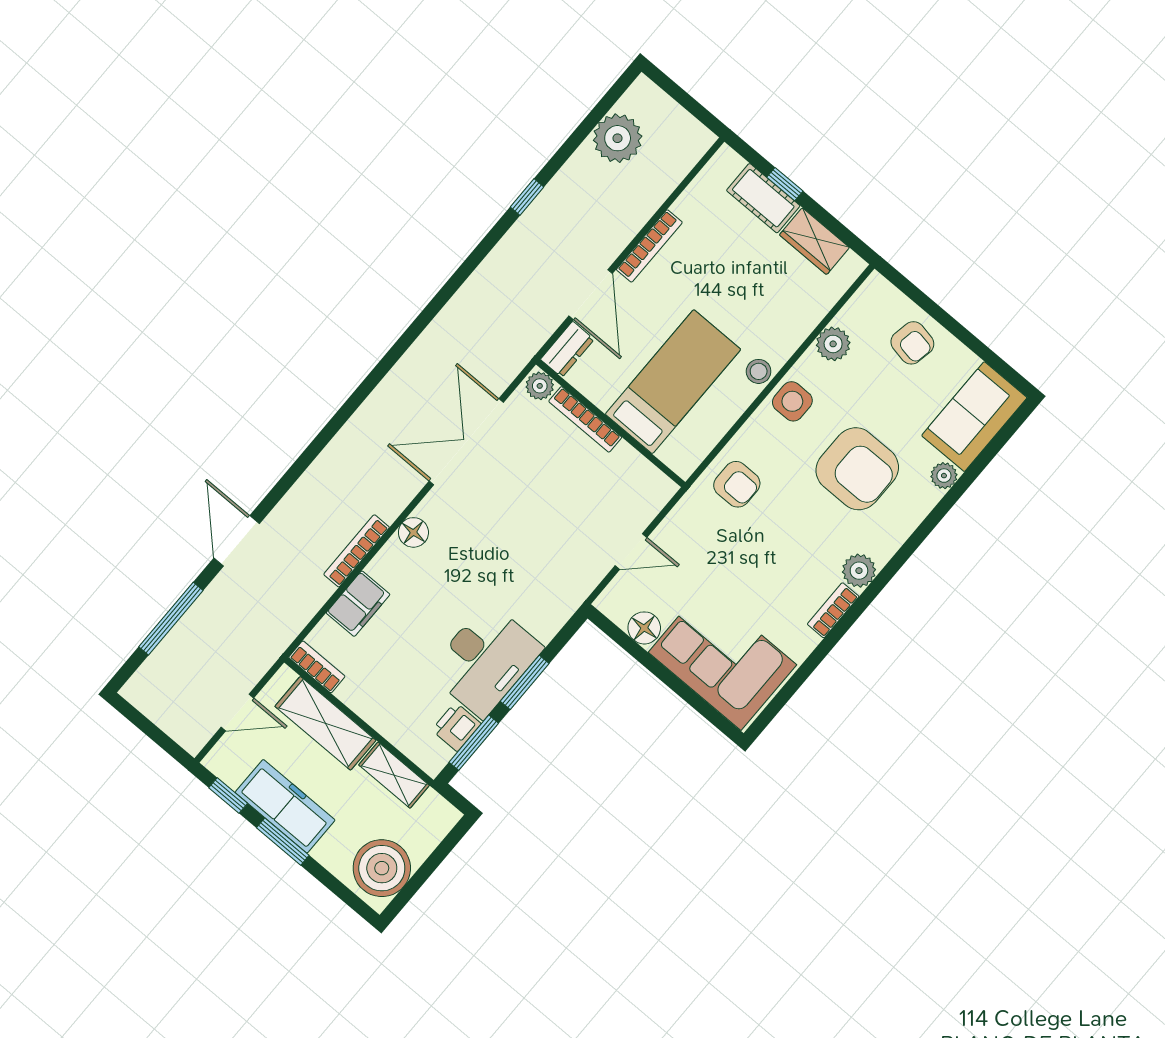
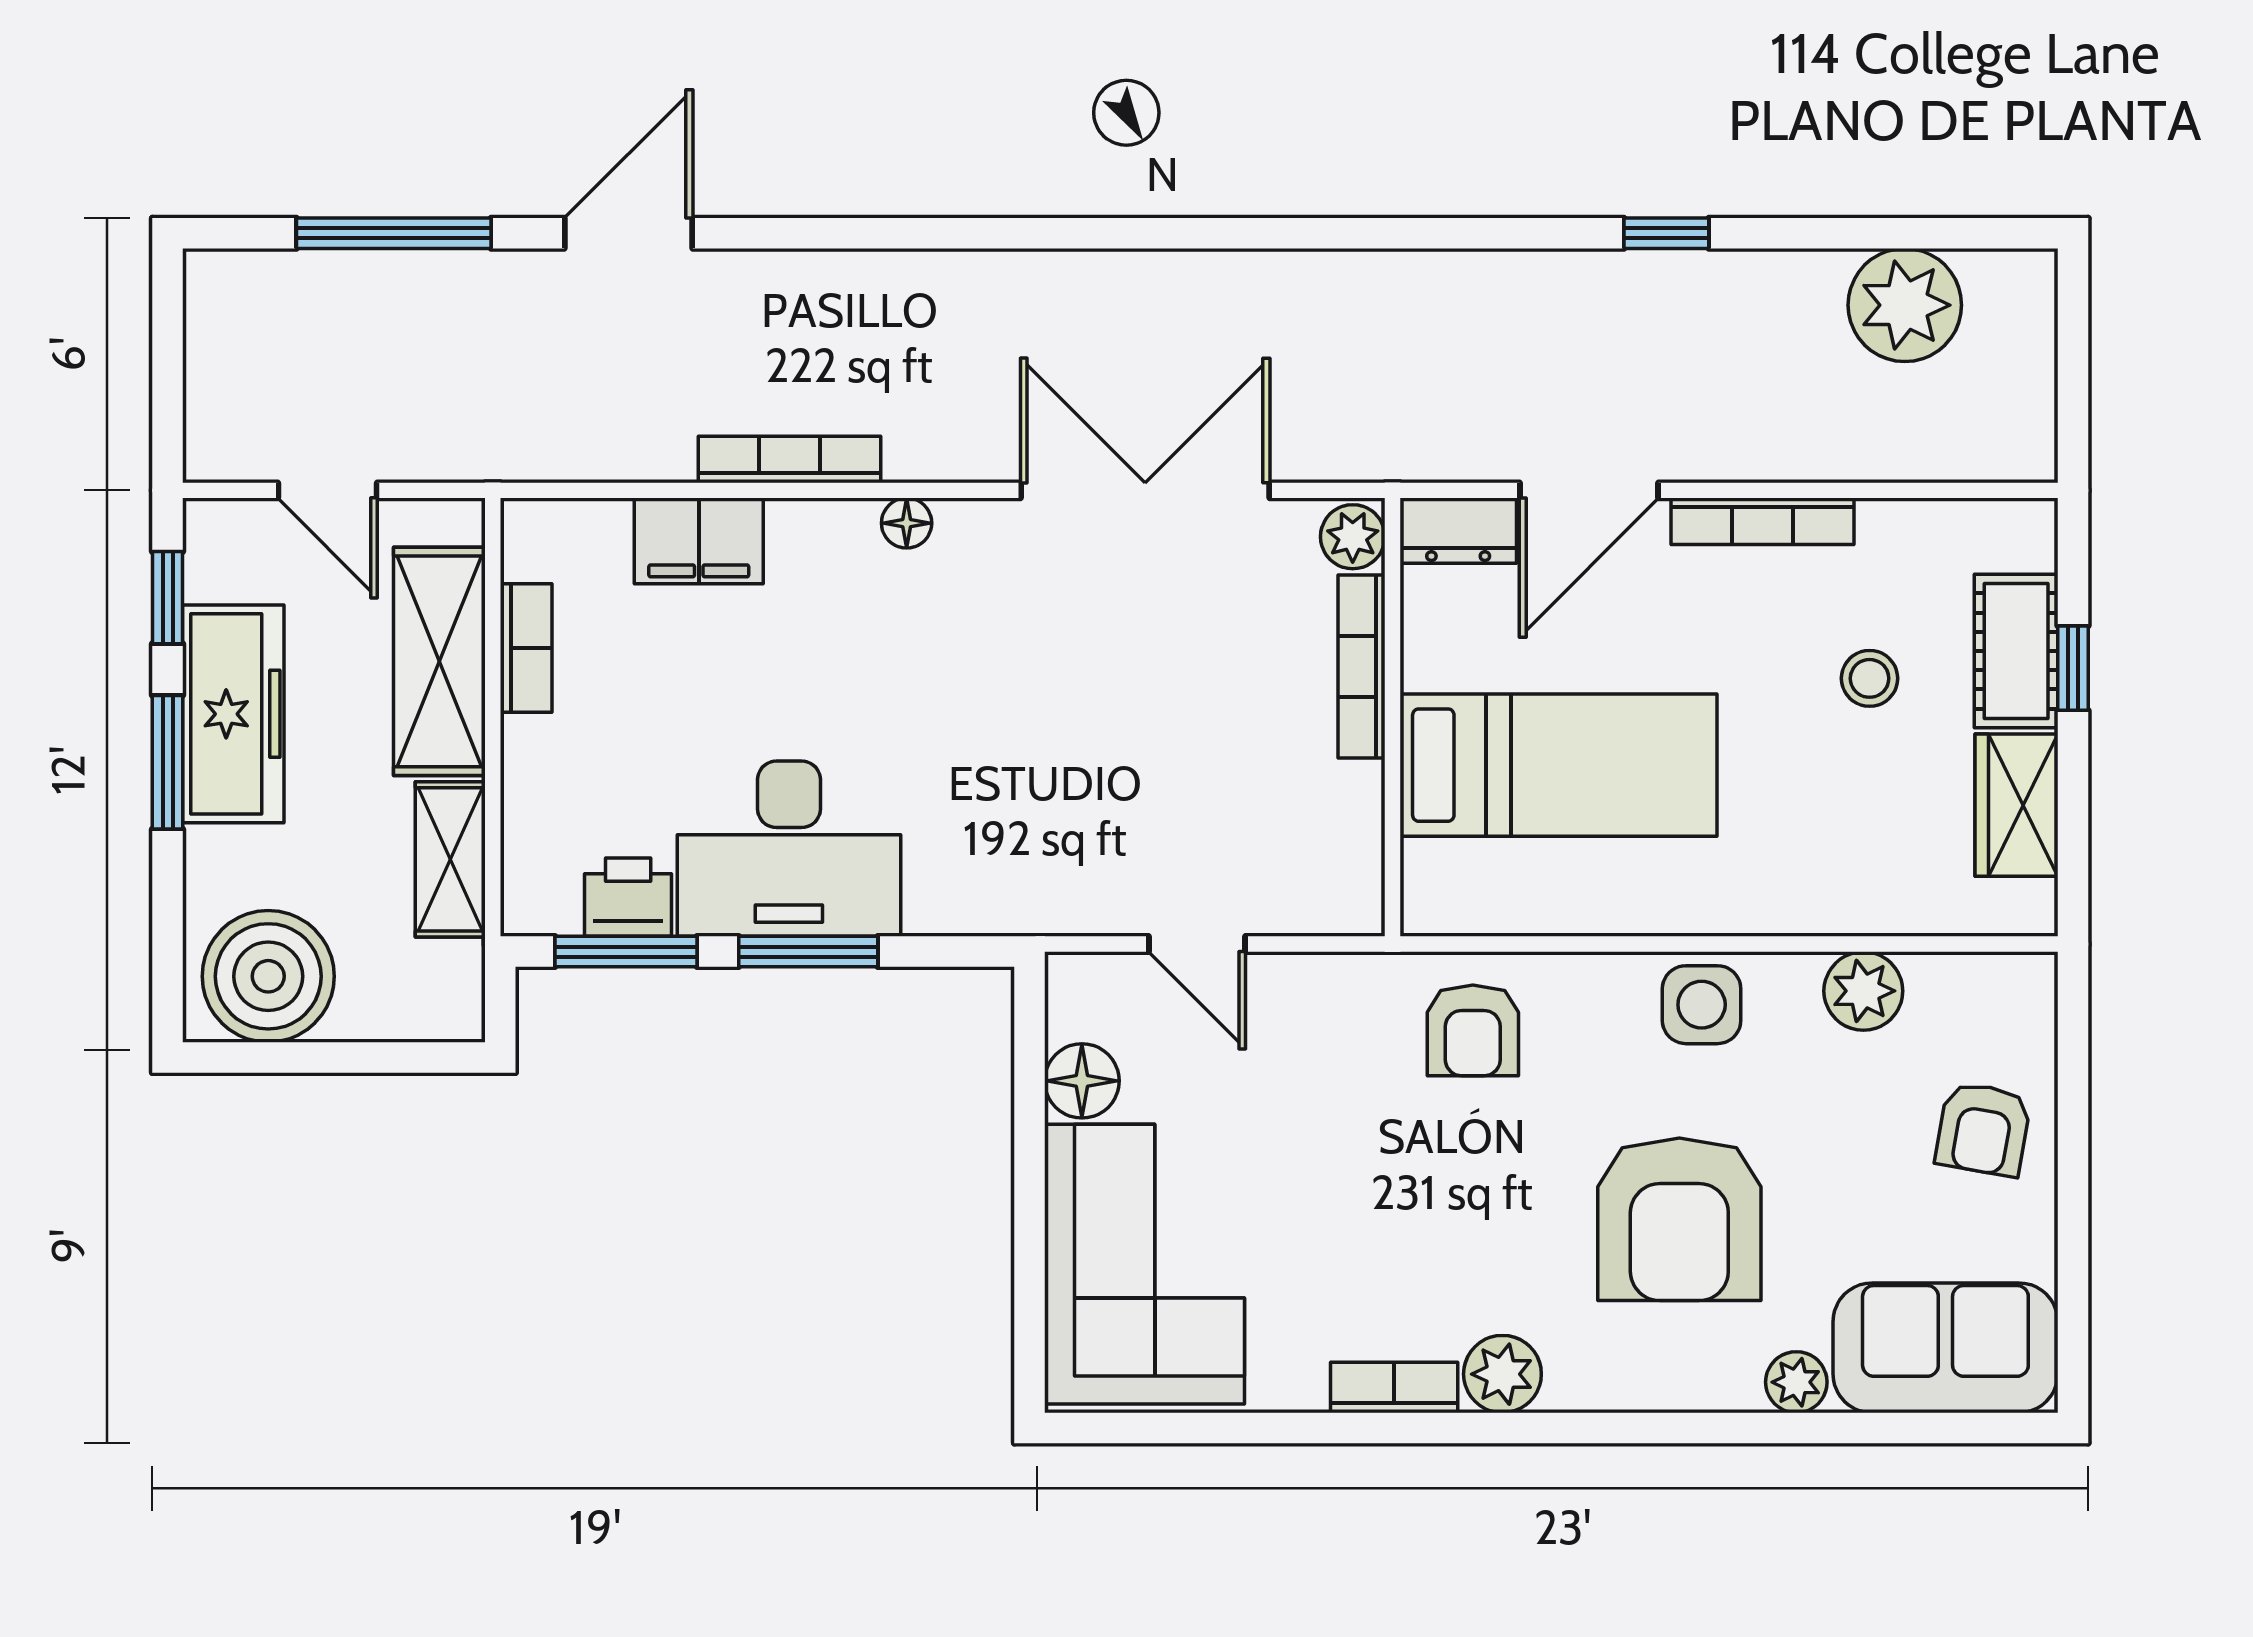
stool: (759, 371) -> (1870, 678), moved
floor lamp: (413, 532) -> (907, 523), width x0.73, depth x0.73
bookcase: (317, 667) -> (526, 648), moved

